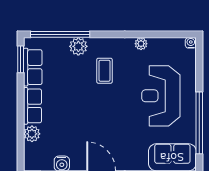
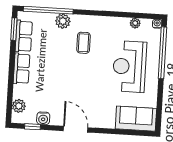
plant: (141, 44) -> (135, 23), moved
window: (199, 123) -> (163, 53), moved
plant: (32, 134) -> (19, 106), moved

